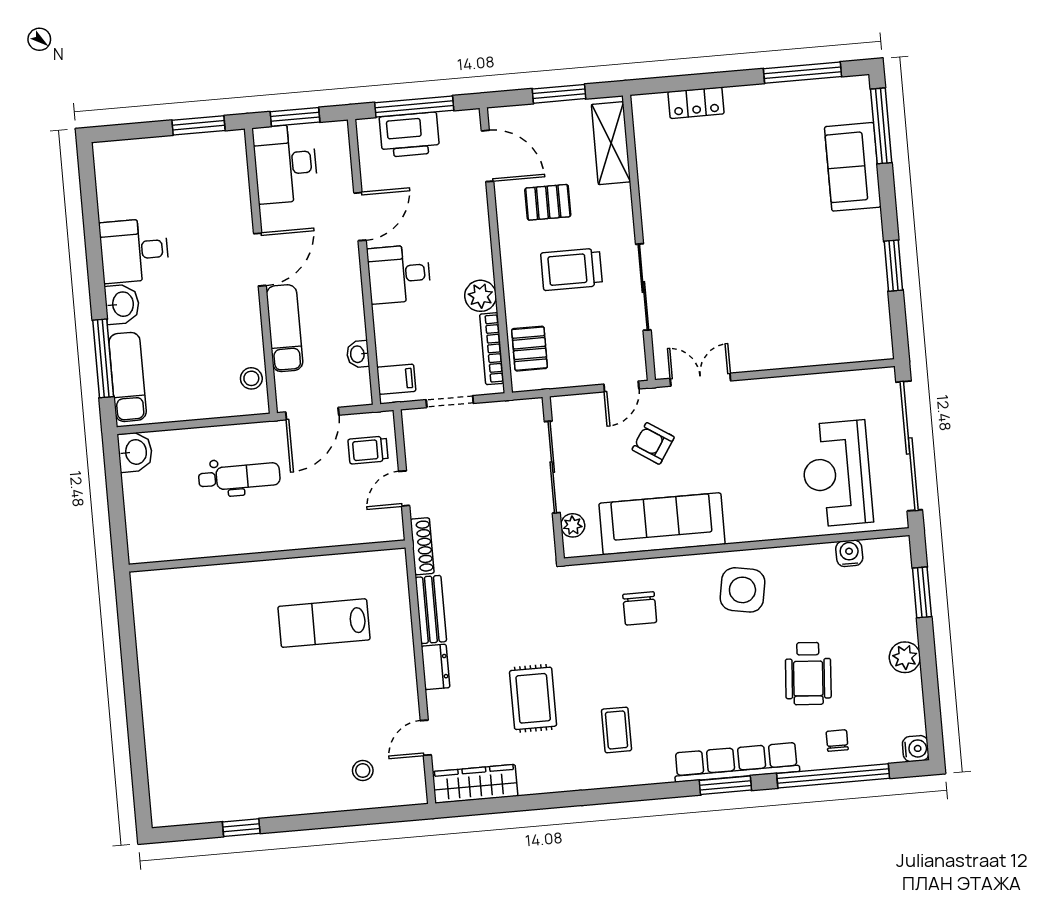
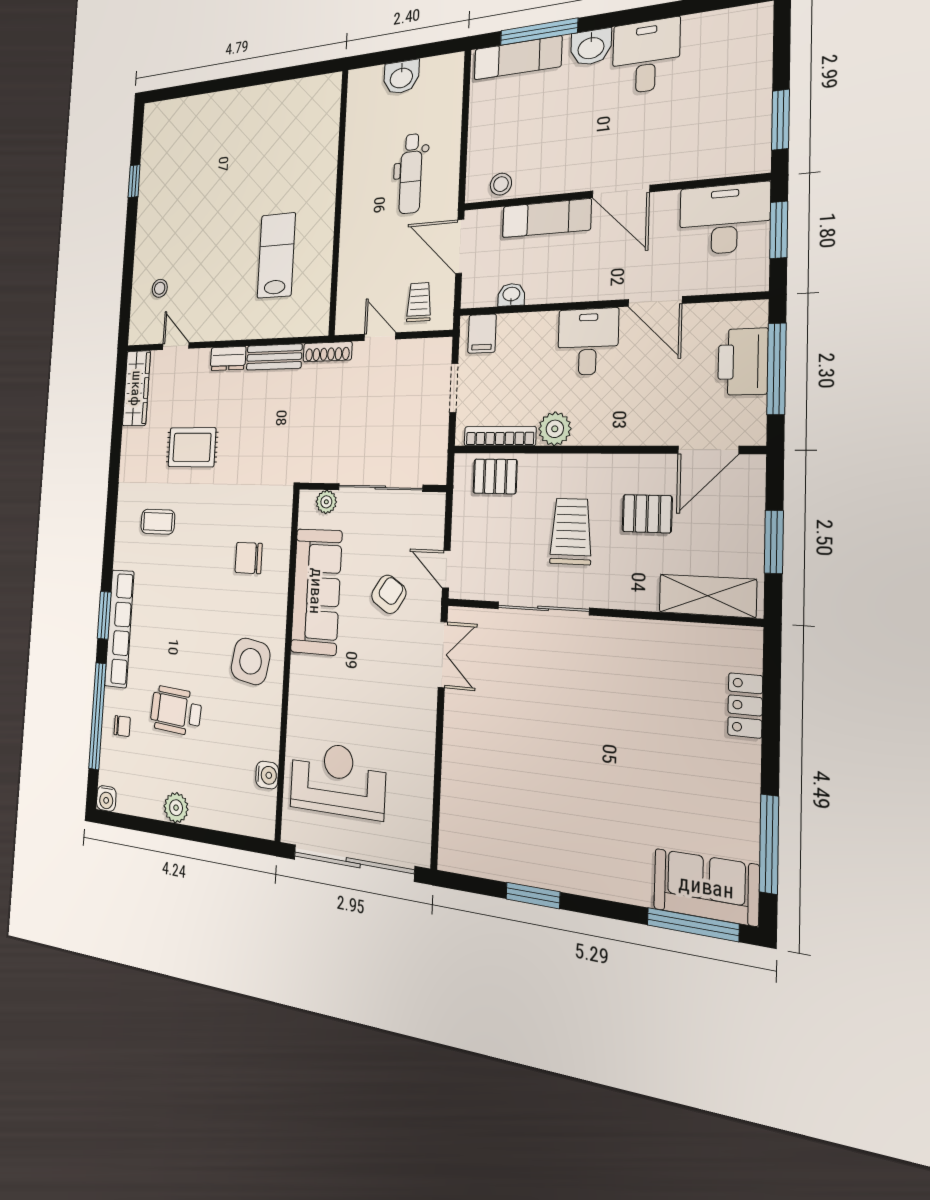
sofa: (853, 167) -> (706, 887), moved
pallet: (548, 202) -> (647, 514), turned 90
washbasin: (135, 452) -> (401, 77), moved
window: (922, 592) -> (225, 839), removed

